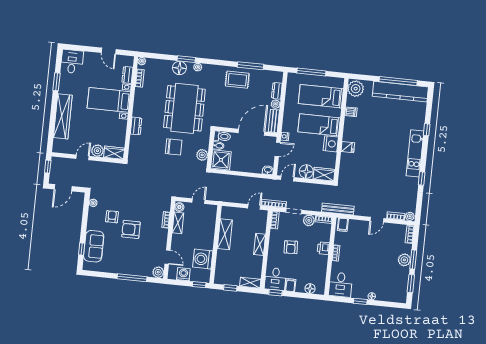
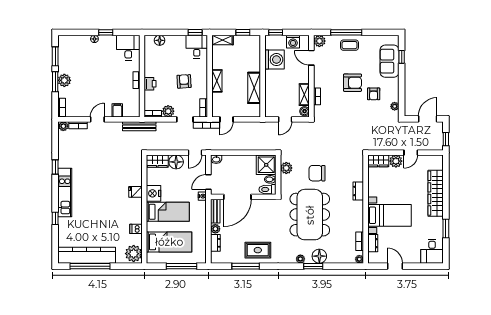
filing cabinet: (343, 225) -> (117, 110), moved
coffee table: (130, 265) -> (350, 45), added
filing cabinet: (290, 285) -> (180, 42), removed

